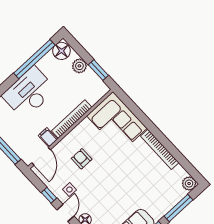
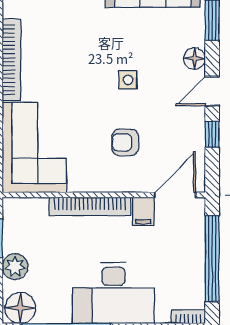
armchair: (82, 159) -> (125, 142), turned 90
side table: (69, 190) -> (128, 80), moved

